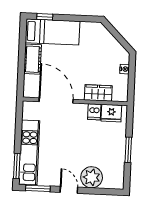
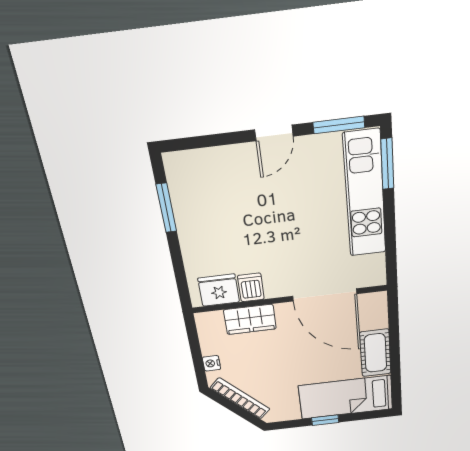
window: (45, 17) -> (325, 420), moved
bookcase: (113, 42) -> (240, 398), added
window: (128, 150) -> (166, 208), moved
plant: (92, 177) -> (232, 167), removed
door: (69, 190) -> (274, 133), hinge flipped

